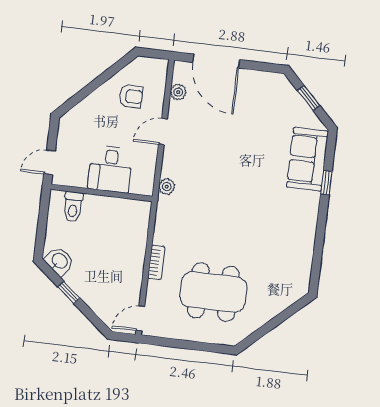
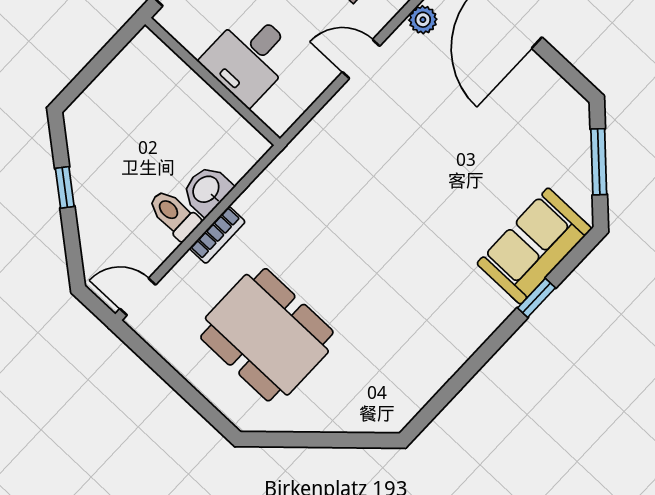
window: (309, 98) -> (599, 162), width x1.50
plant: (167, 187) -> (310, 140), removed
toilet: (73, 207) -> (174, 215), moved, turned 90
washbasin: (59, 261) -> (207, 190), moved, turned -129

